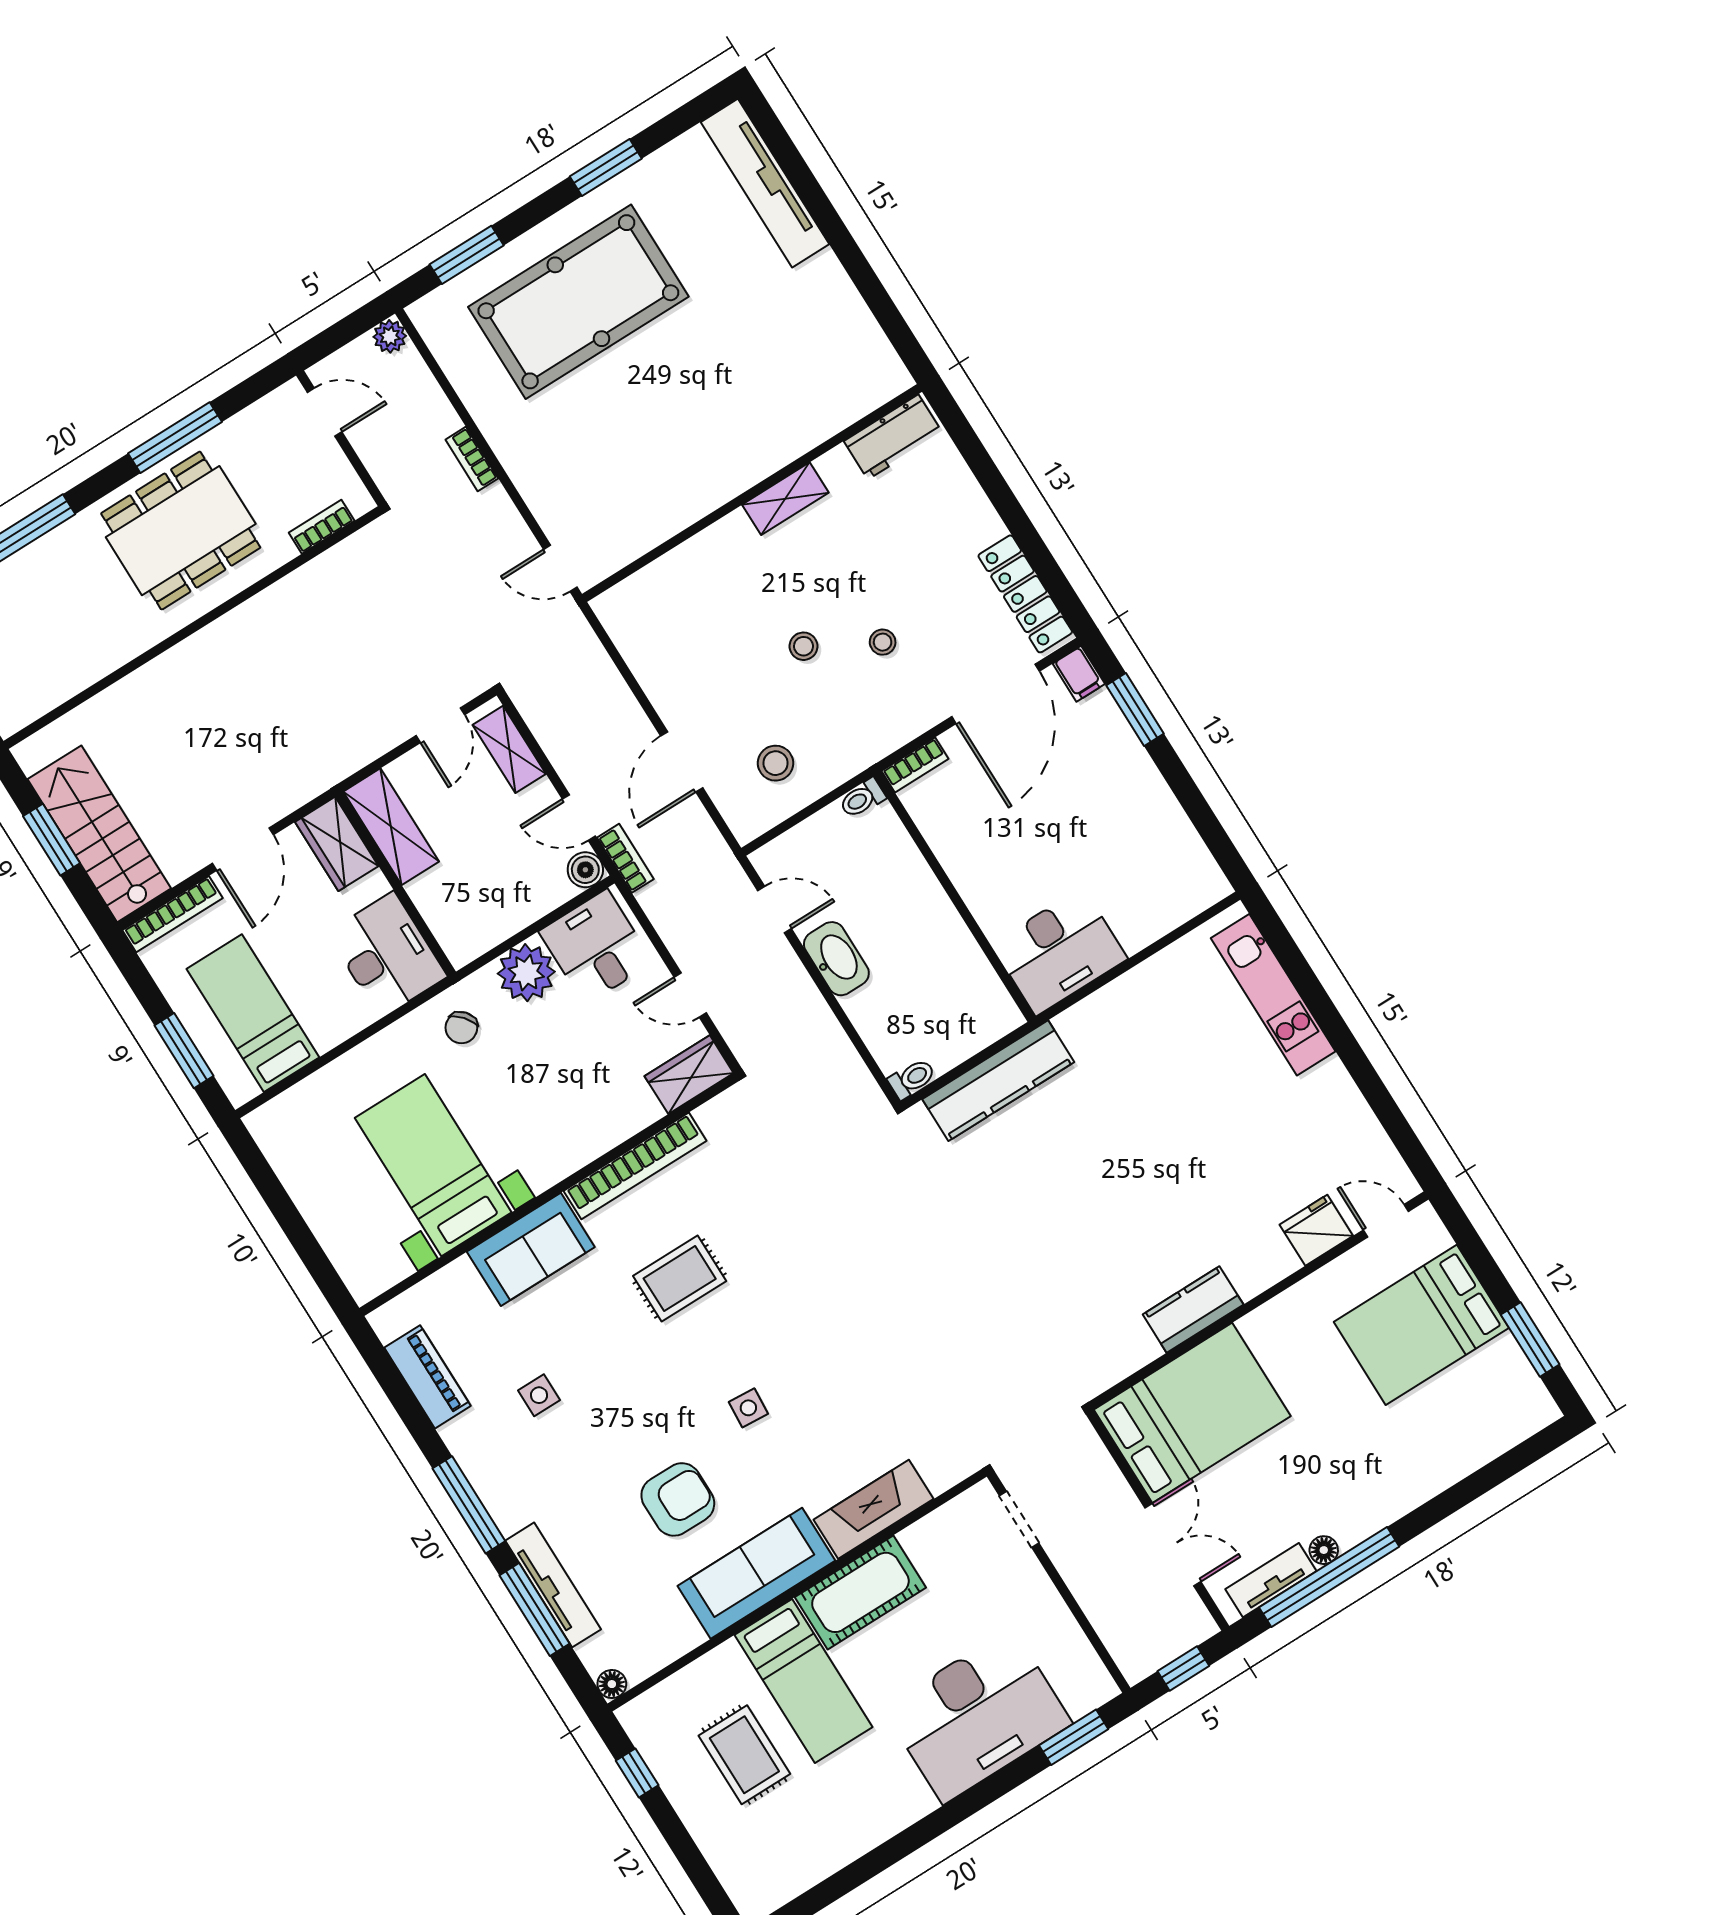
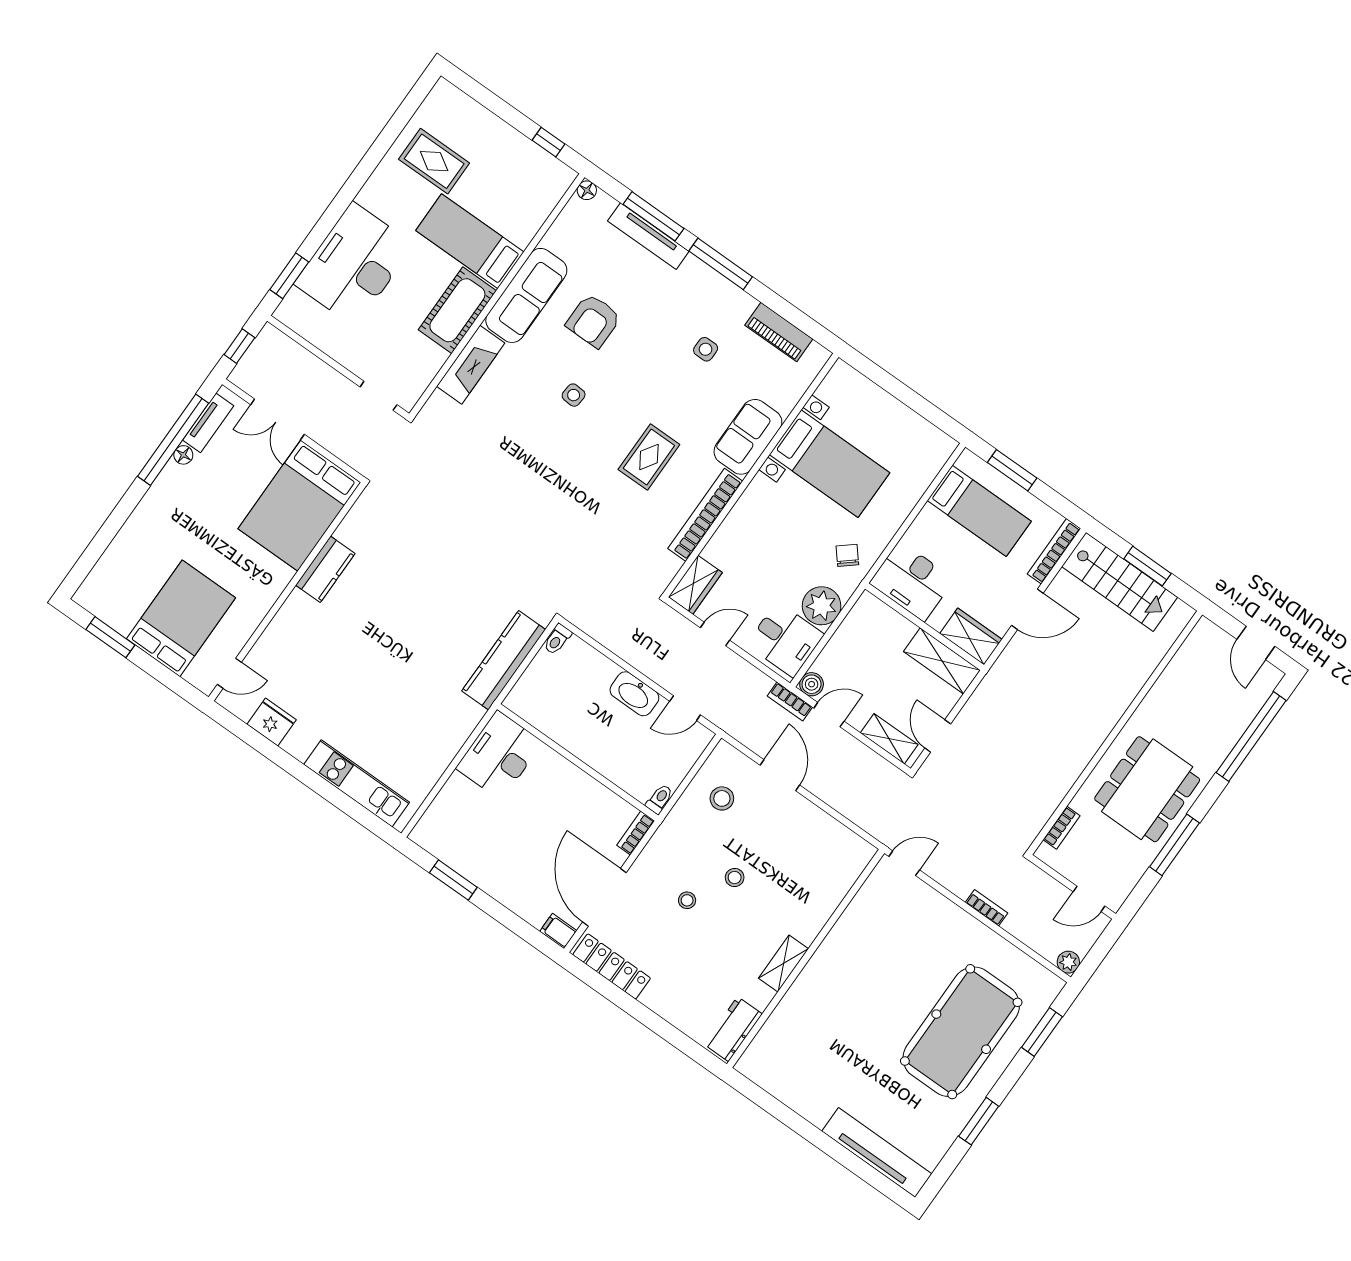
window: (1135, 710) -> (453, 880), moved
door: (243, 849) -> (1027, 609), swing flipped
fridge: (1316, 1230) -> (272, 722), moved, turned -90
rug: (744, 1755) -> (434, 161), moved

